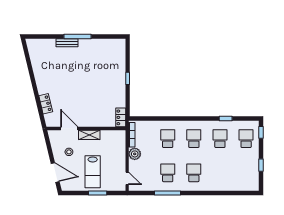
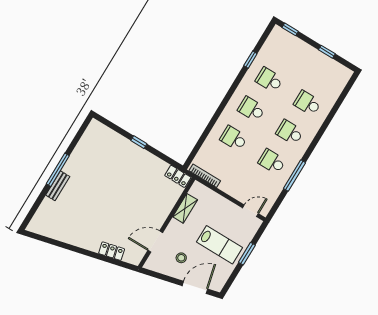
shelving: (89, 135) -> (185, 208), moved
school desk: (246, 139) -> (307, 103), moved
plant: (135, 154) -> (228, 186), removed

